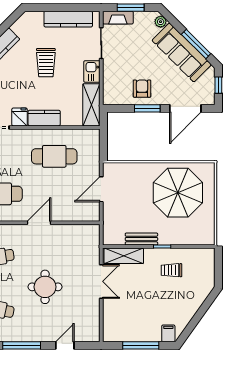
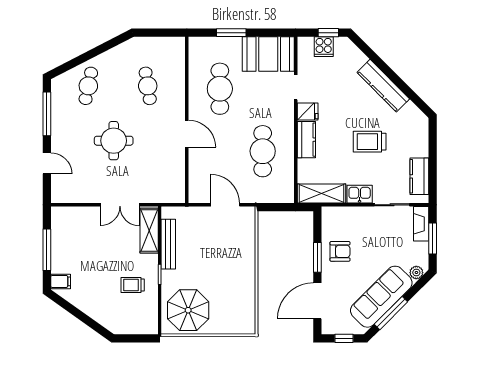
kitchen counter: (68, 19) -> (419, 176), width x0.67
door: (185, 108) -> (317, 301), hinge flipped
parasol: (178, 193) -> (188, 310), moved, width x0.73, depth x0.73
bench: (141, 239) -> (168, 244), width x1.36
trolley: (171, 270) -> (133, 285), turned -90

